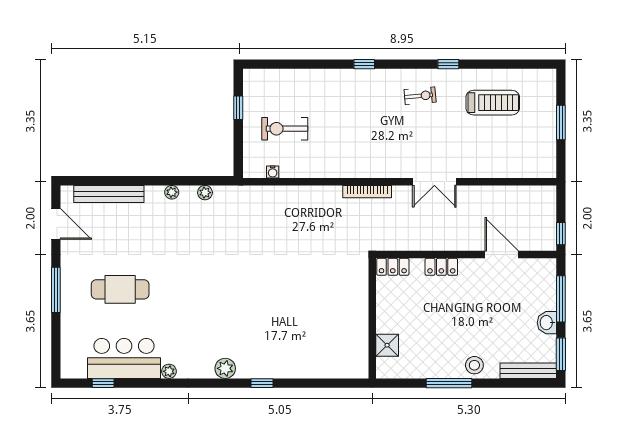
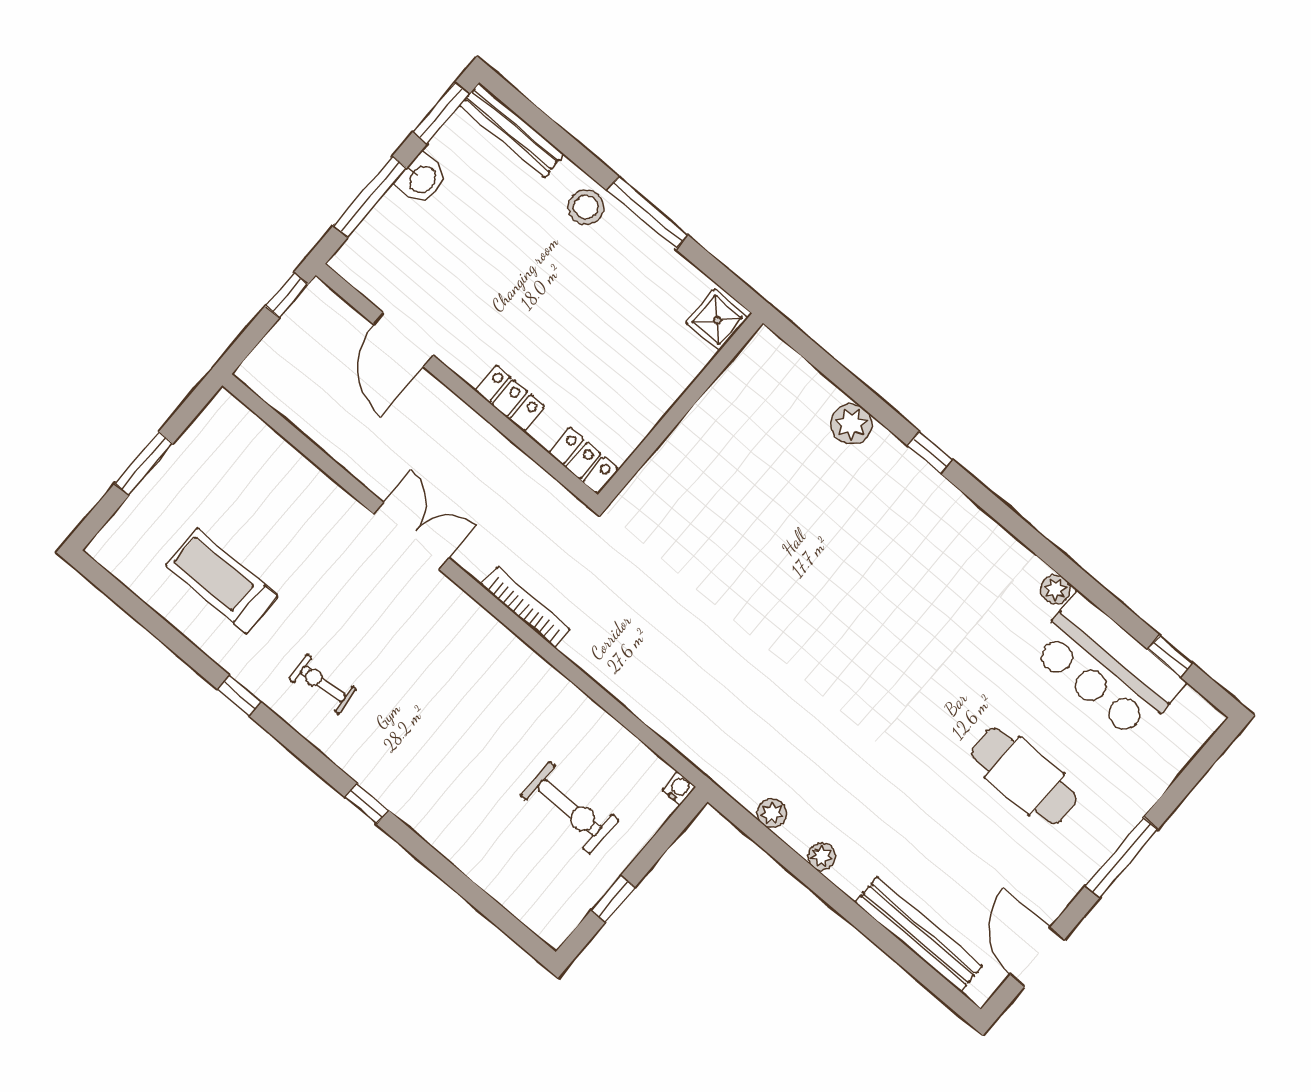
water cooler: (273, 172) -> (679, 788), moved
shower: (387, 345) -> (717, 320), moved
plant: (225, 368) -> (851, 424), moved

